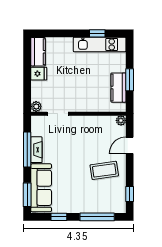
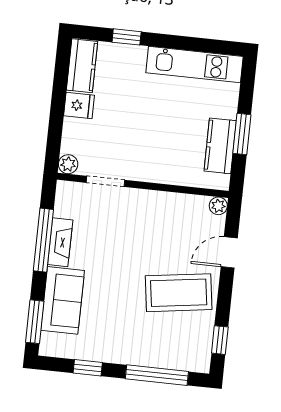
window: (97, 33) -> (127, 37), moved
coffee table: (104, 170) -> (179, 293), width x1.36, depth x1.32
sofa: (41, 188) -> (63, 300), width x0.73

